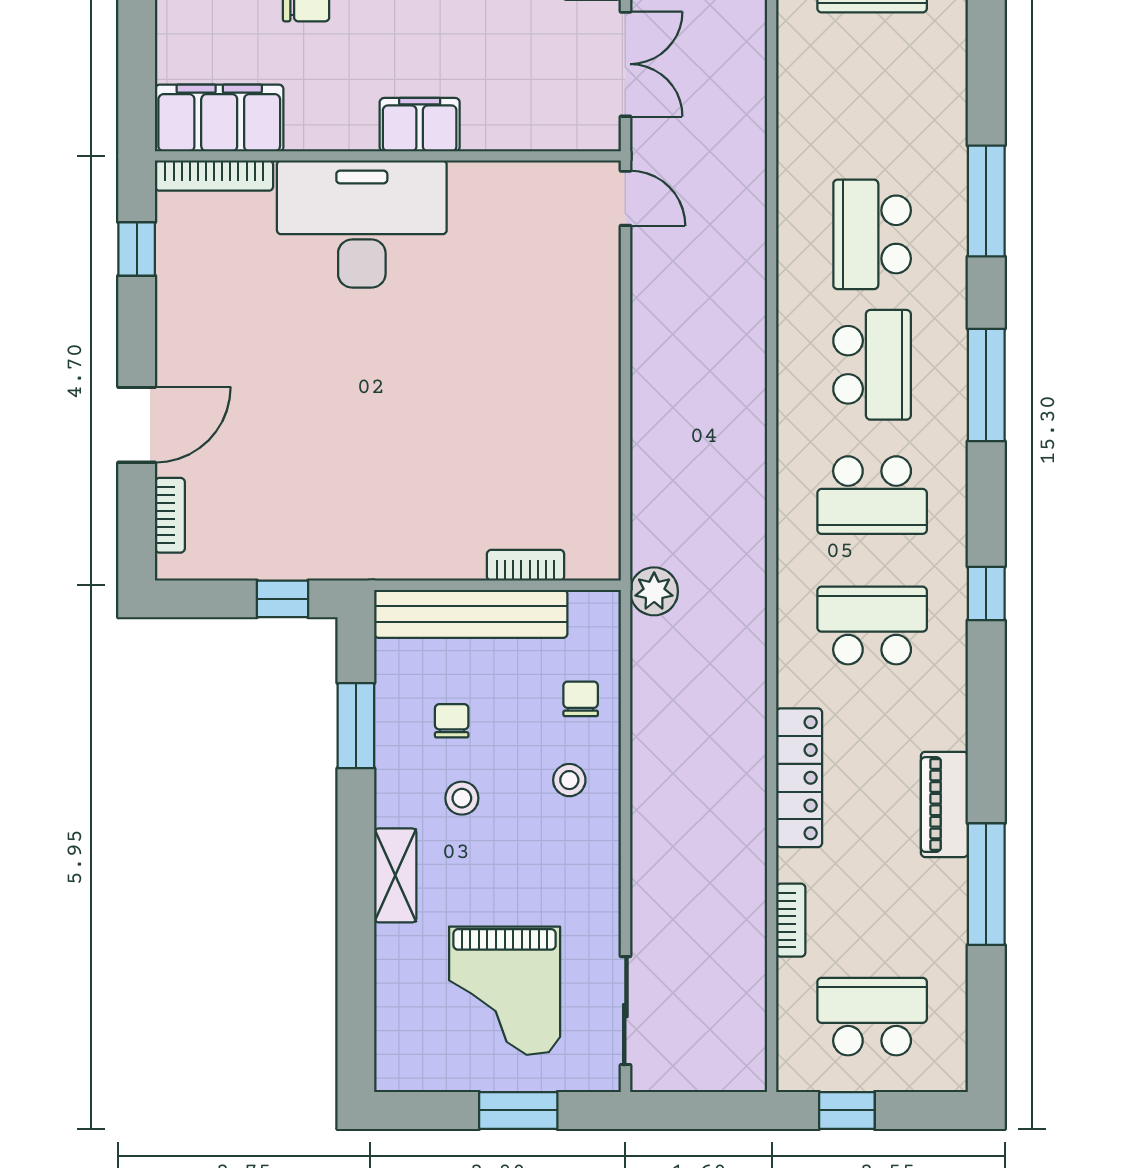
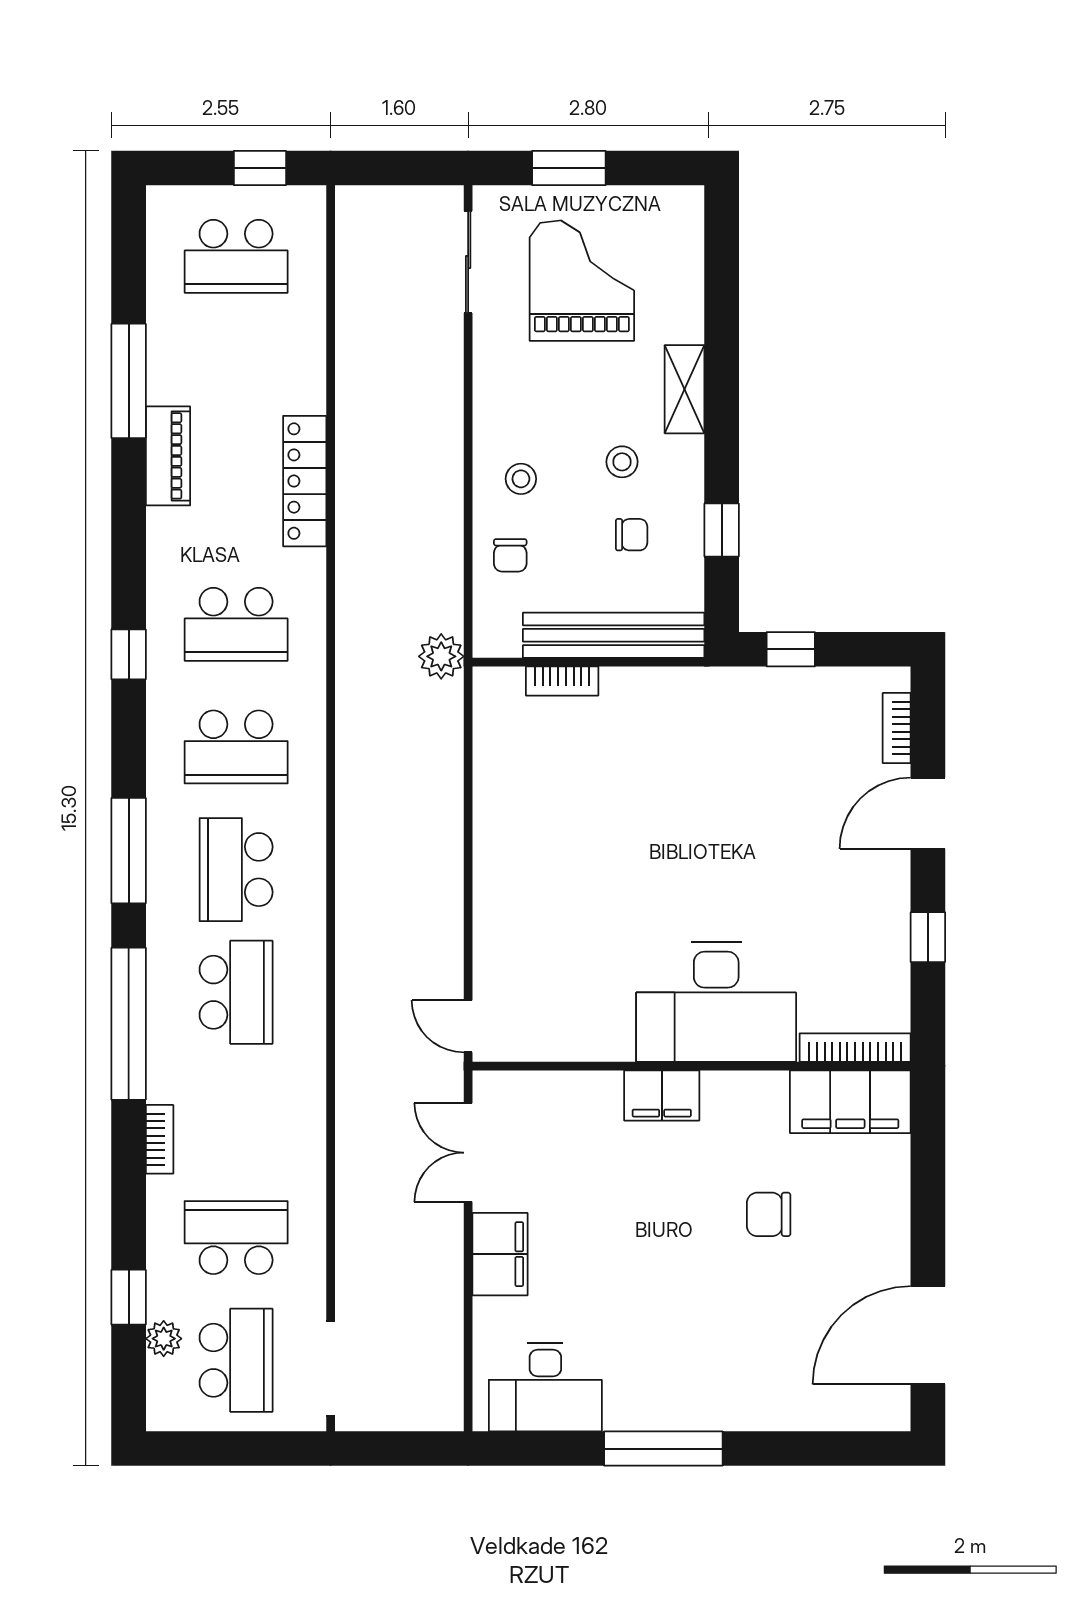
window: (986, 201) -> (129, 1024), width x1.46
window: (137, 249) -> (928, 937), moved
school desk: (872, 495) -> (236, 747), turned 180
chair: (452, 721) -> (632, 535), turned -90
window: (356, 726) -> (722, 530), width x0.67
bookcase: (791, 920) -> (160, 1139), moved, turned 180

